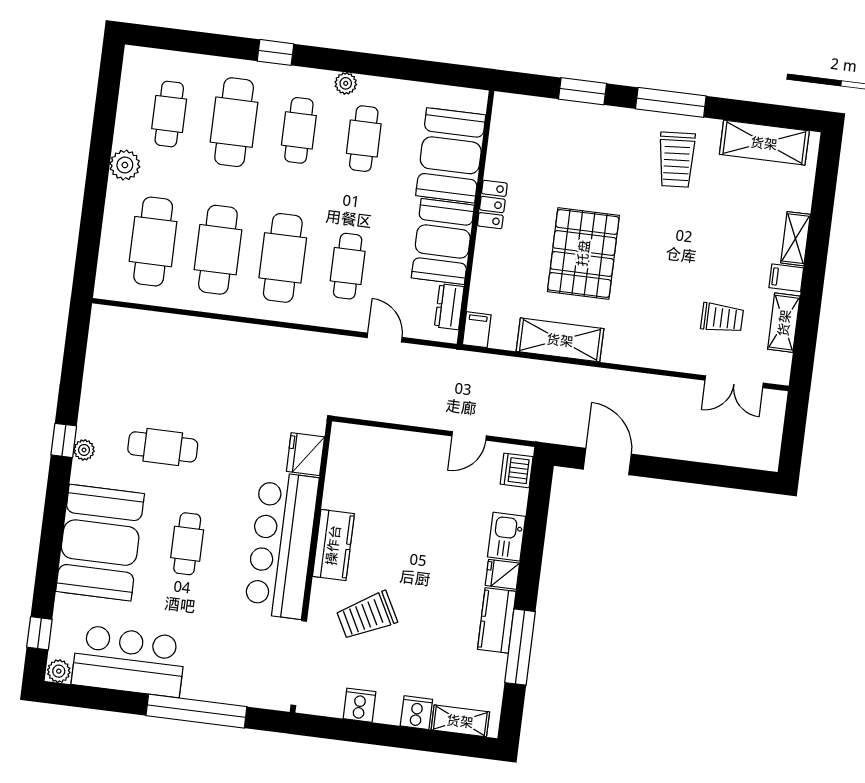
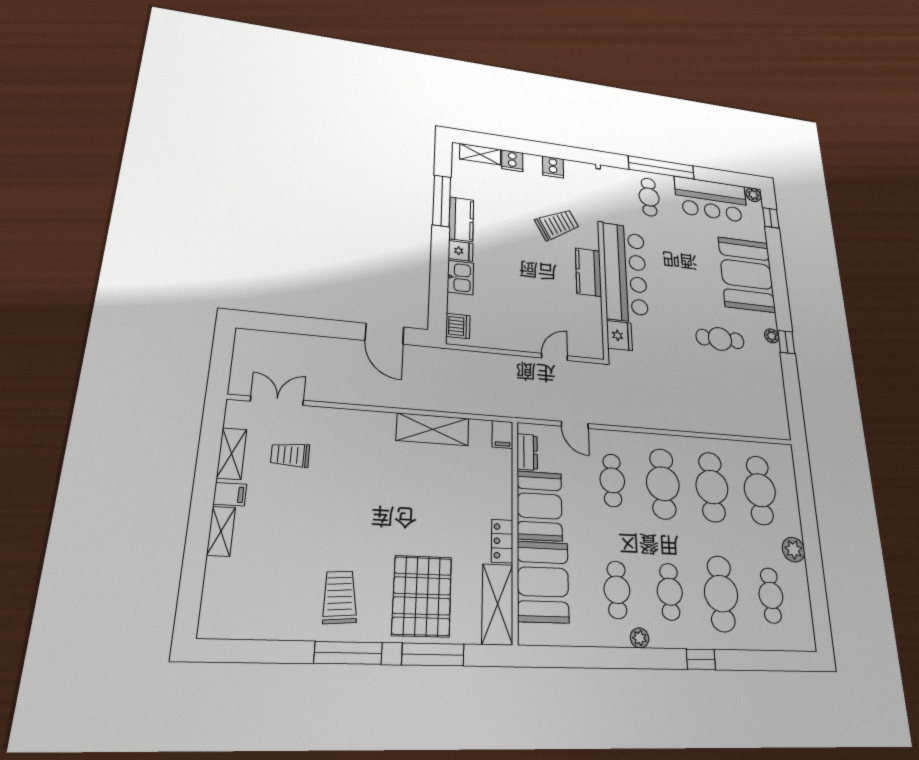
window: (582, 91) -> (433, 654), width x1.44
shelving: (764, 143) -> (498, 604), moved, turned 90
pallet: (583, 253) -> (422, 596), moved
door: (469, 436) -> (555, 357), moved
cafe table: (187, 544) -> (649, 197), moved

